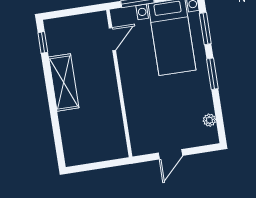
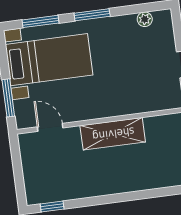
shelving: (64, 82) -> (113, 134), moved

